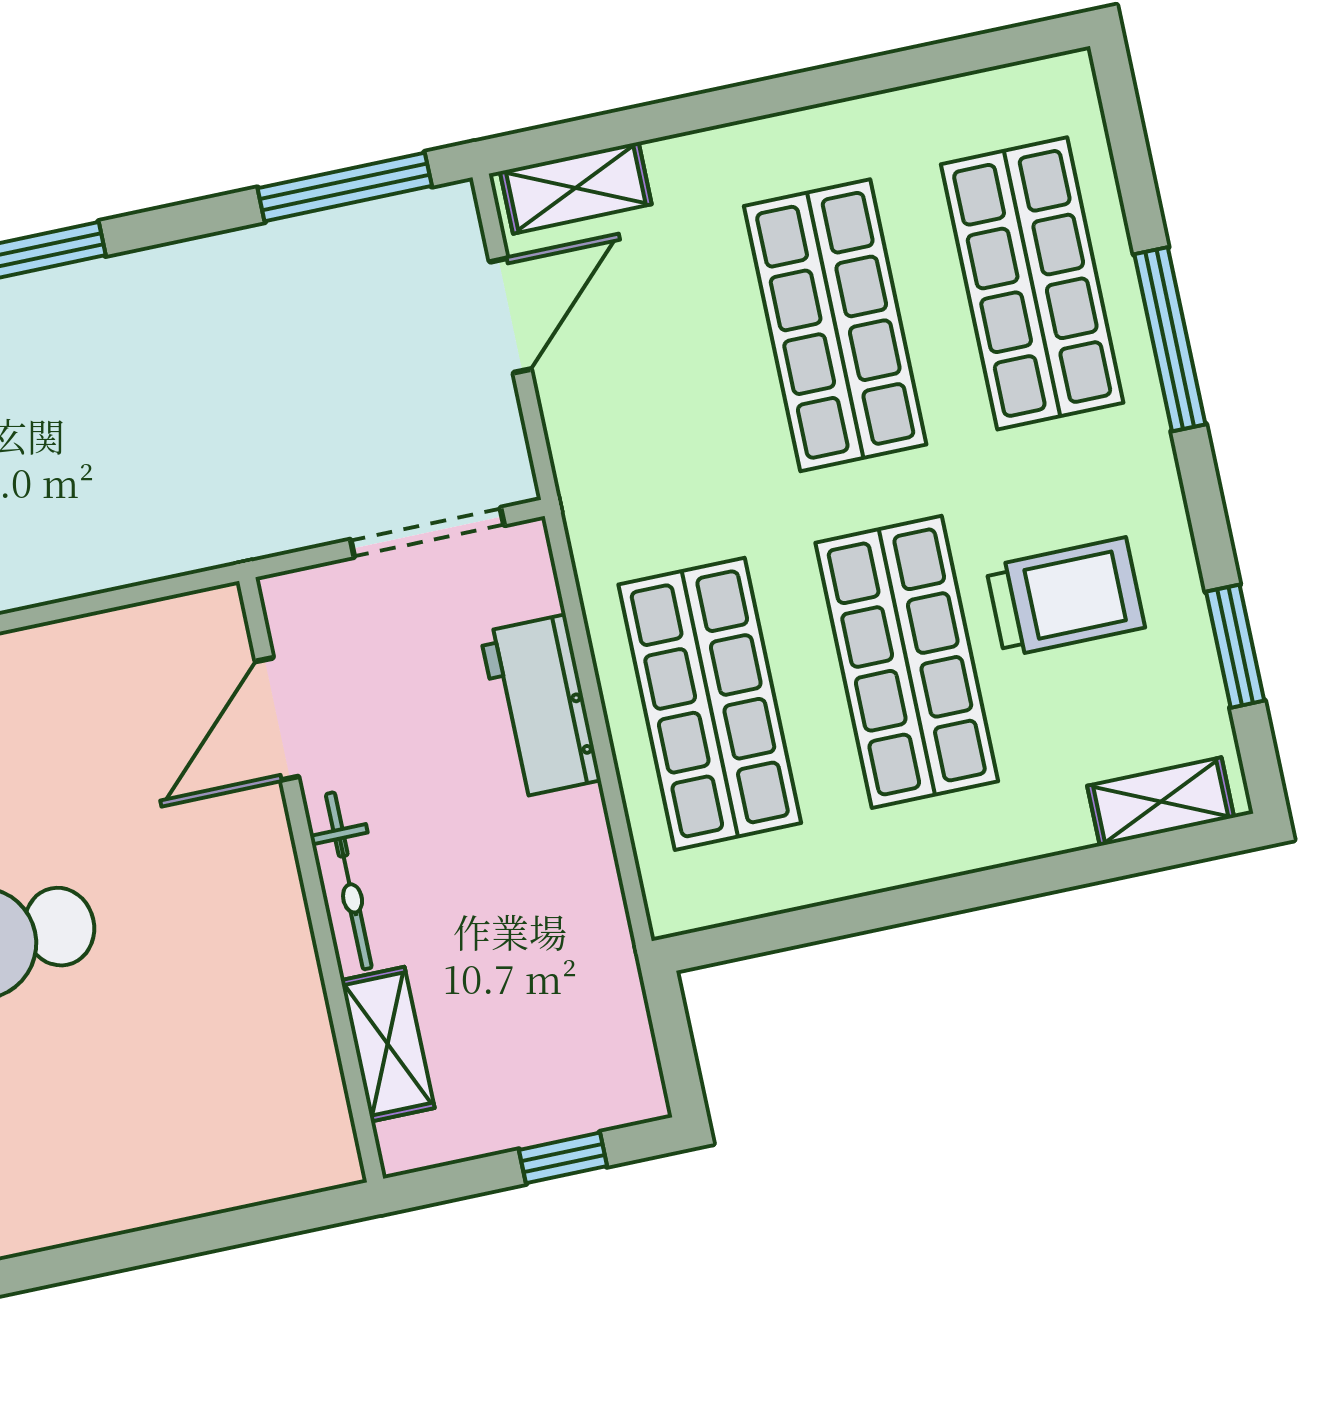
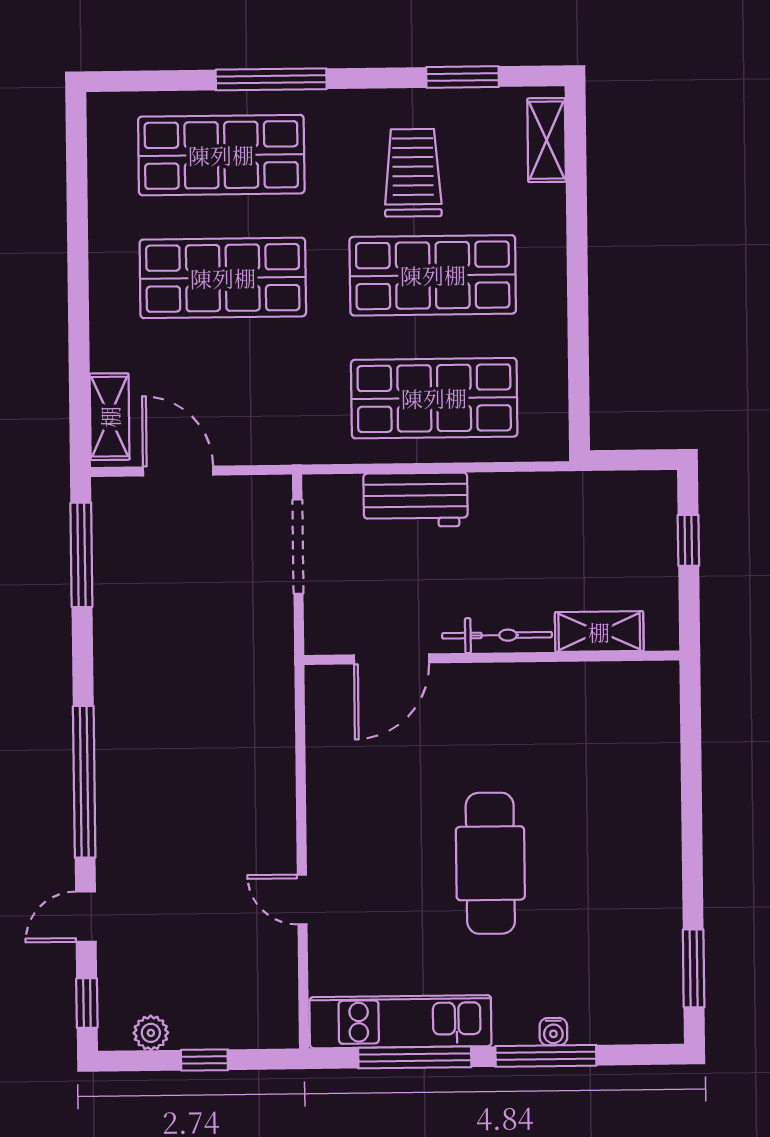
door: (277, 719) -> (392, 659), hinge flipped

